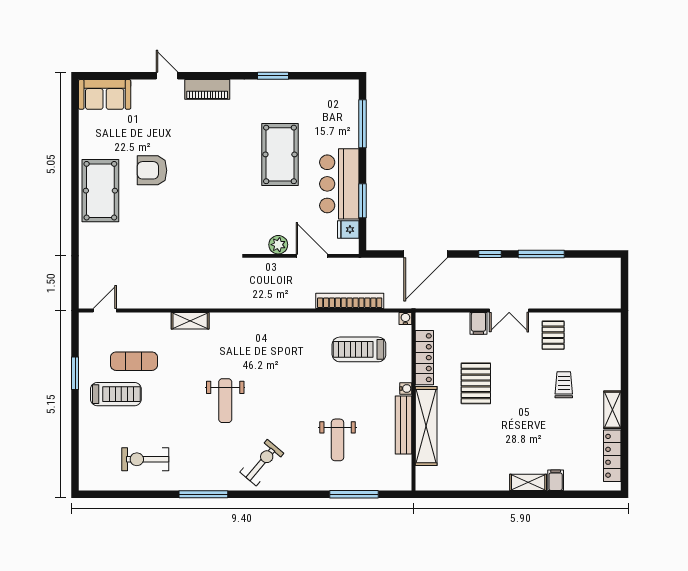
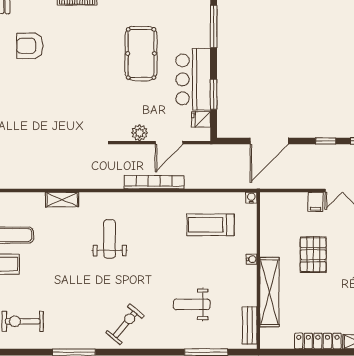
armchair: (152, 170) -> (30, 46), moved
door: (312, 256) -> (169, 143), swing flipped
bookcase: (350, 301) -> (154, 182), moved
locker: (424, 358) -> (318, 341), moved, turned -90
weight bench: (225, 401) -> (110, 239), moved, turned 180
bench: (403, 425) -> (250, 325), moved, width x0.73
weight bench: (338, 440) -> (192, 304), turned 90

